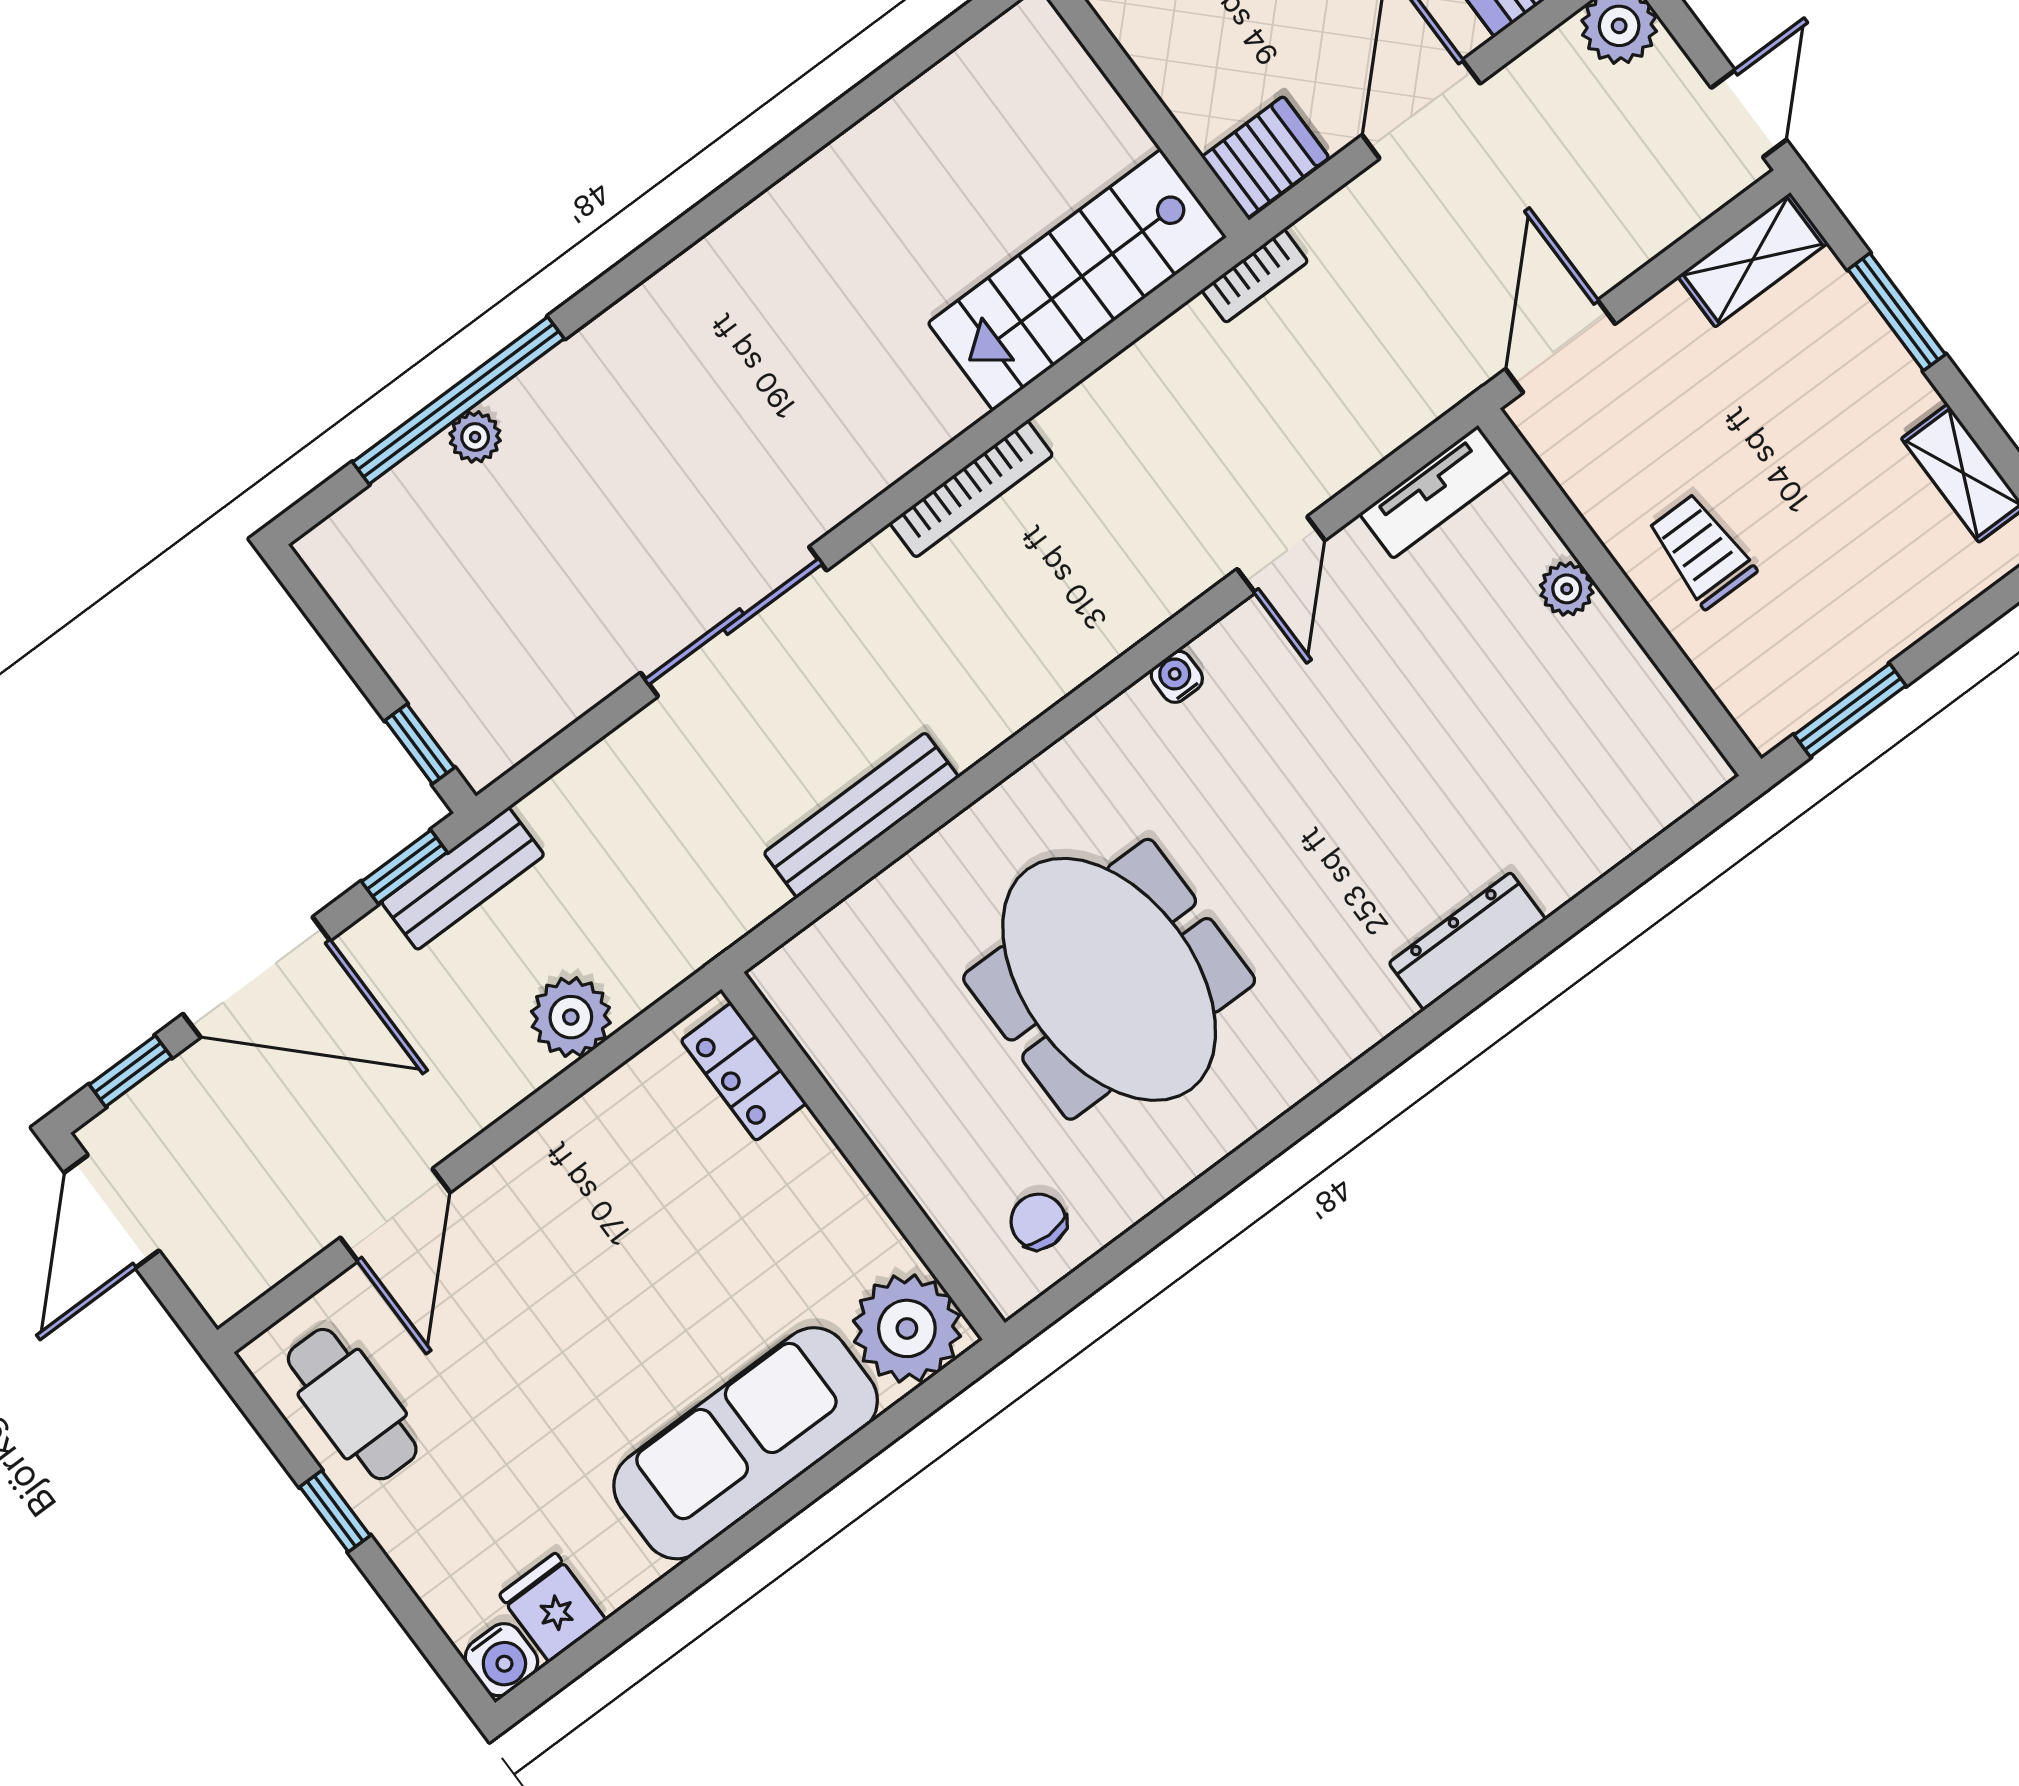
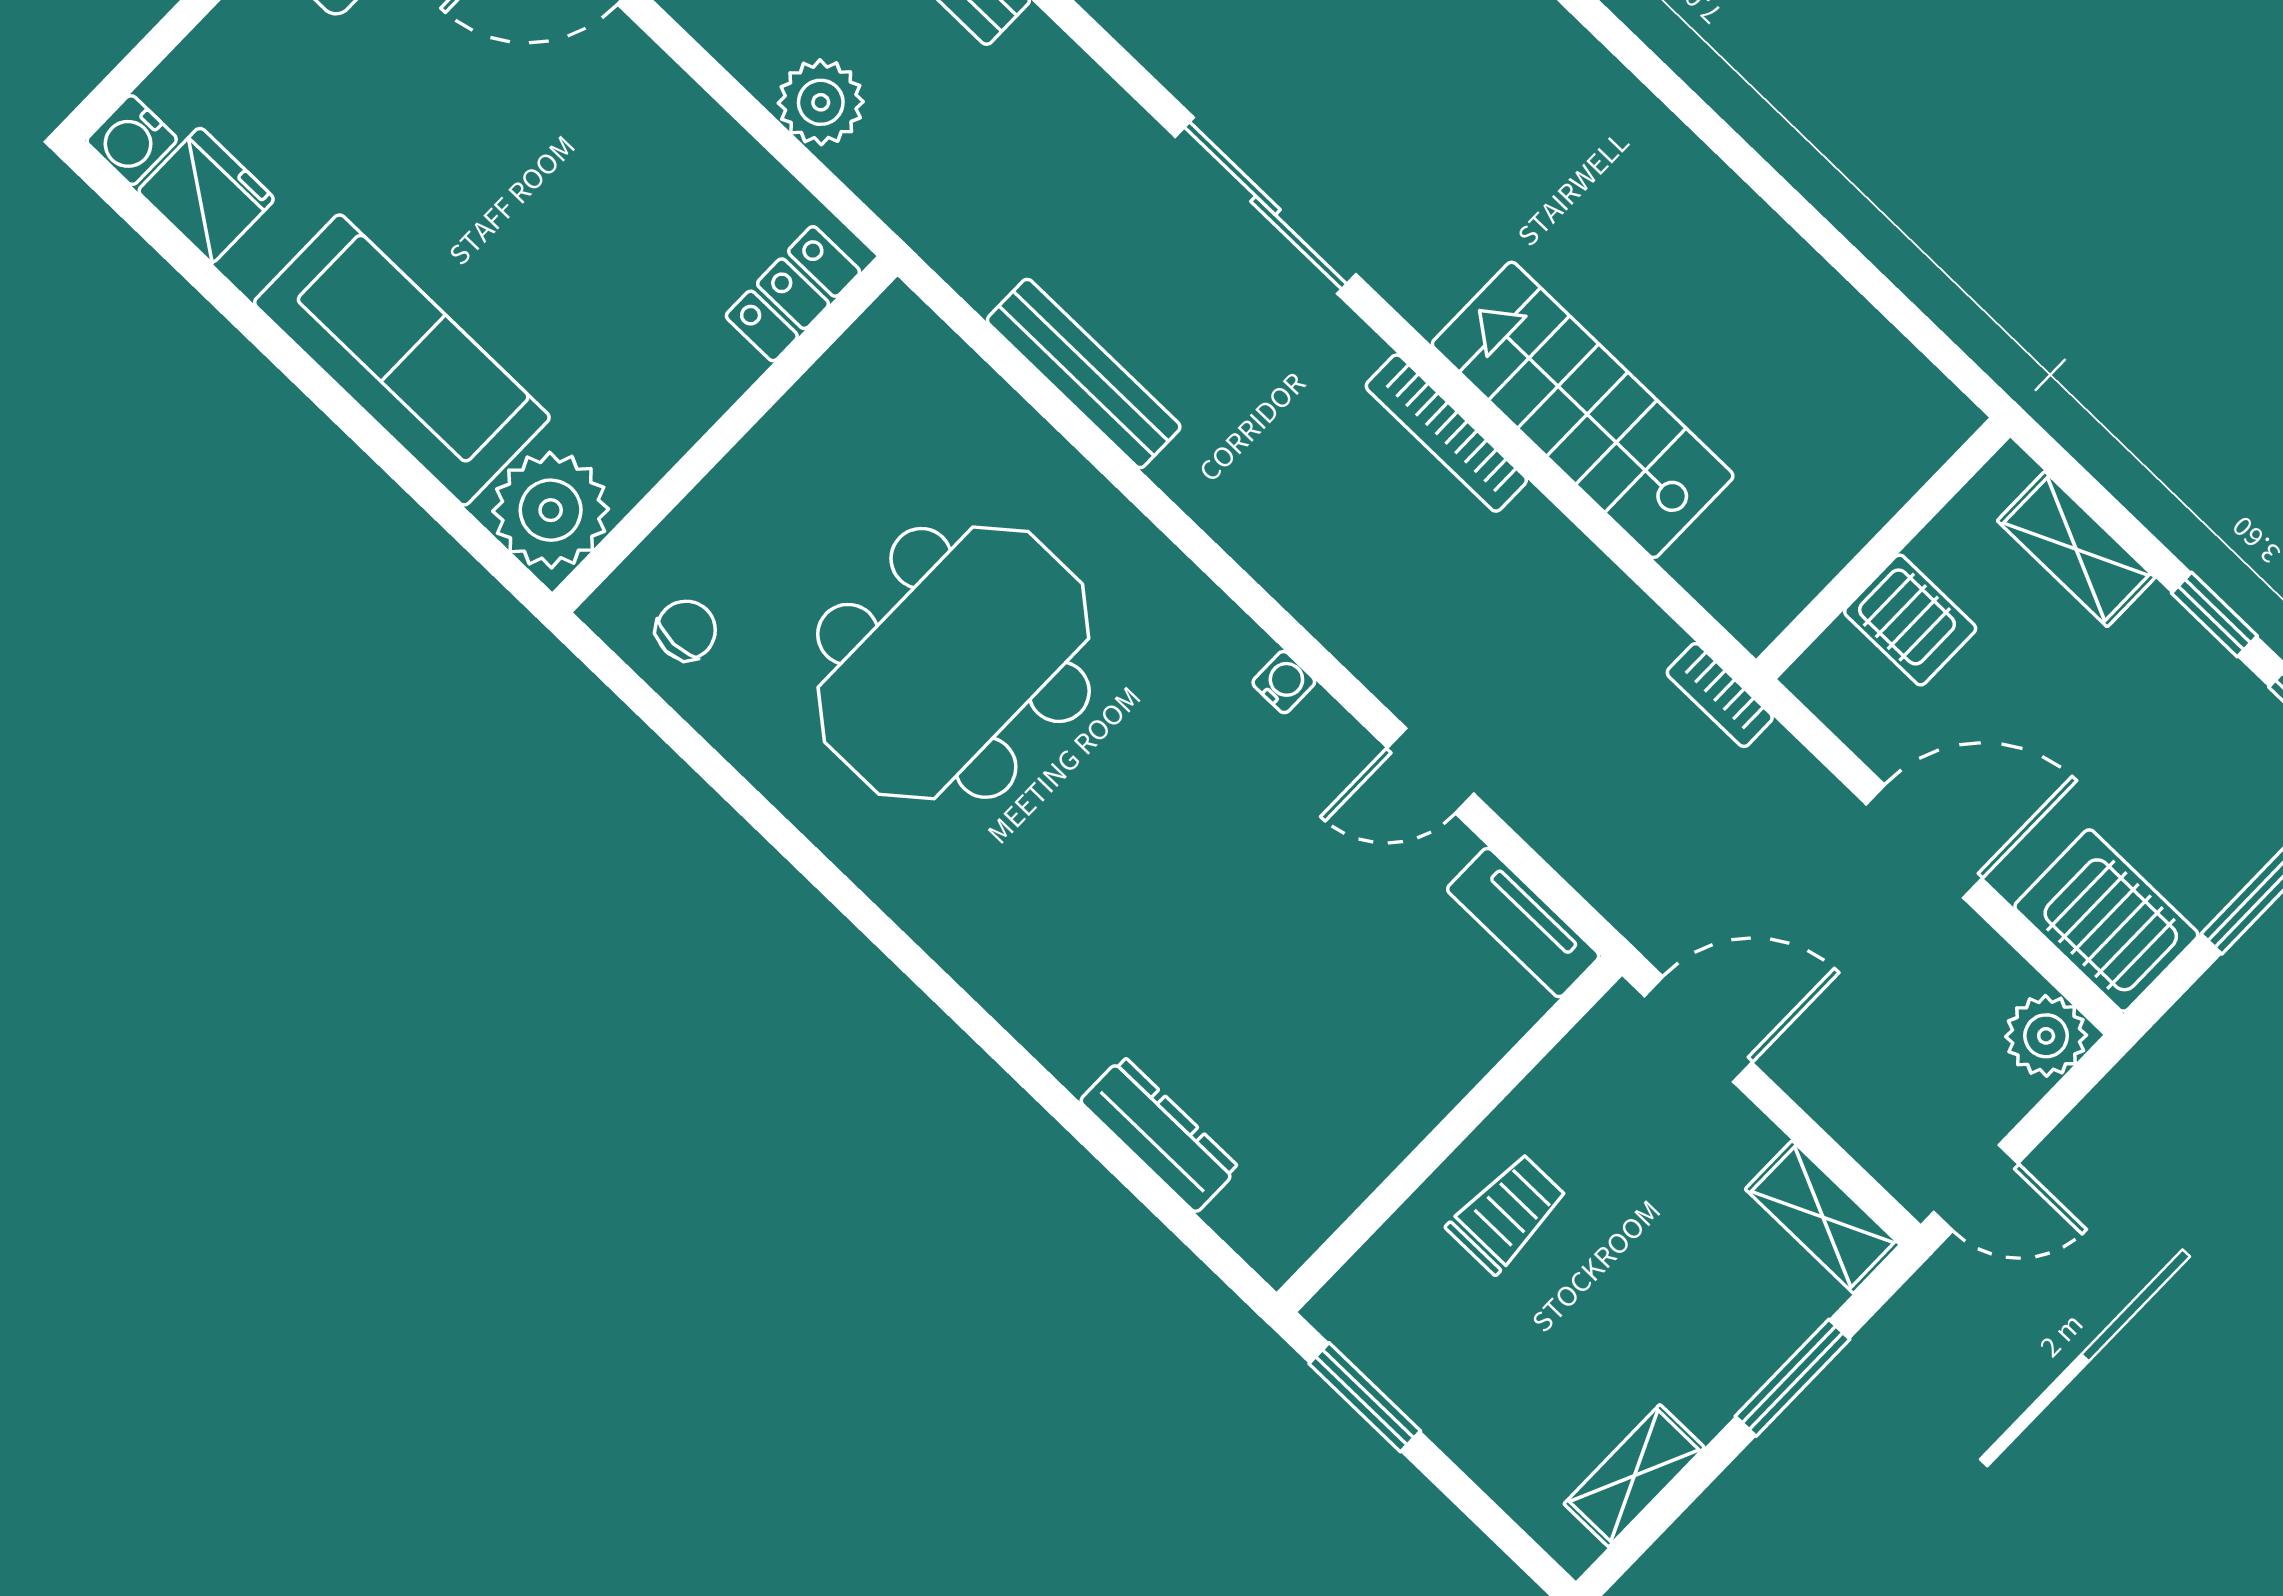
server rack: (1265, 157) -> (1910, 620), moved
stairs: (1077, 280) -> (1583, 410), moved
plant: (1567, 589) -> (1444, 1078), removed
dresser: (1467, 941) -> (1159, 1134), moved
fridge: (553, 1607) -> (206, 195), width x1.38

